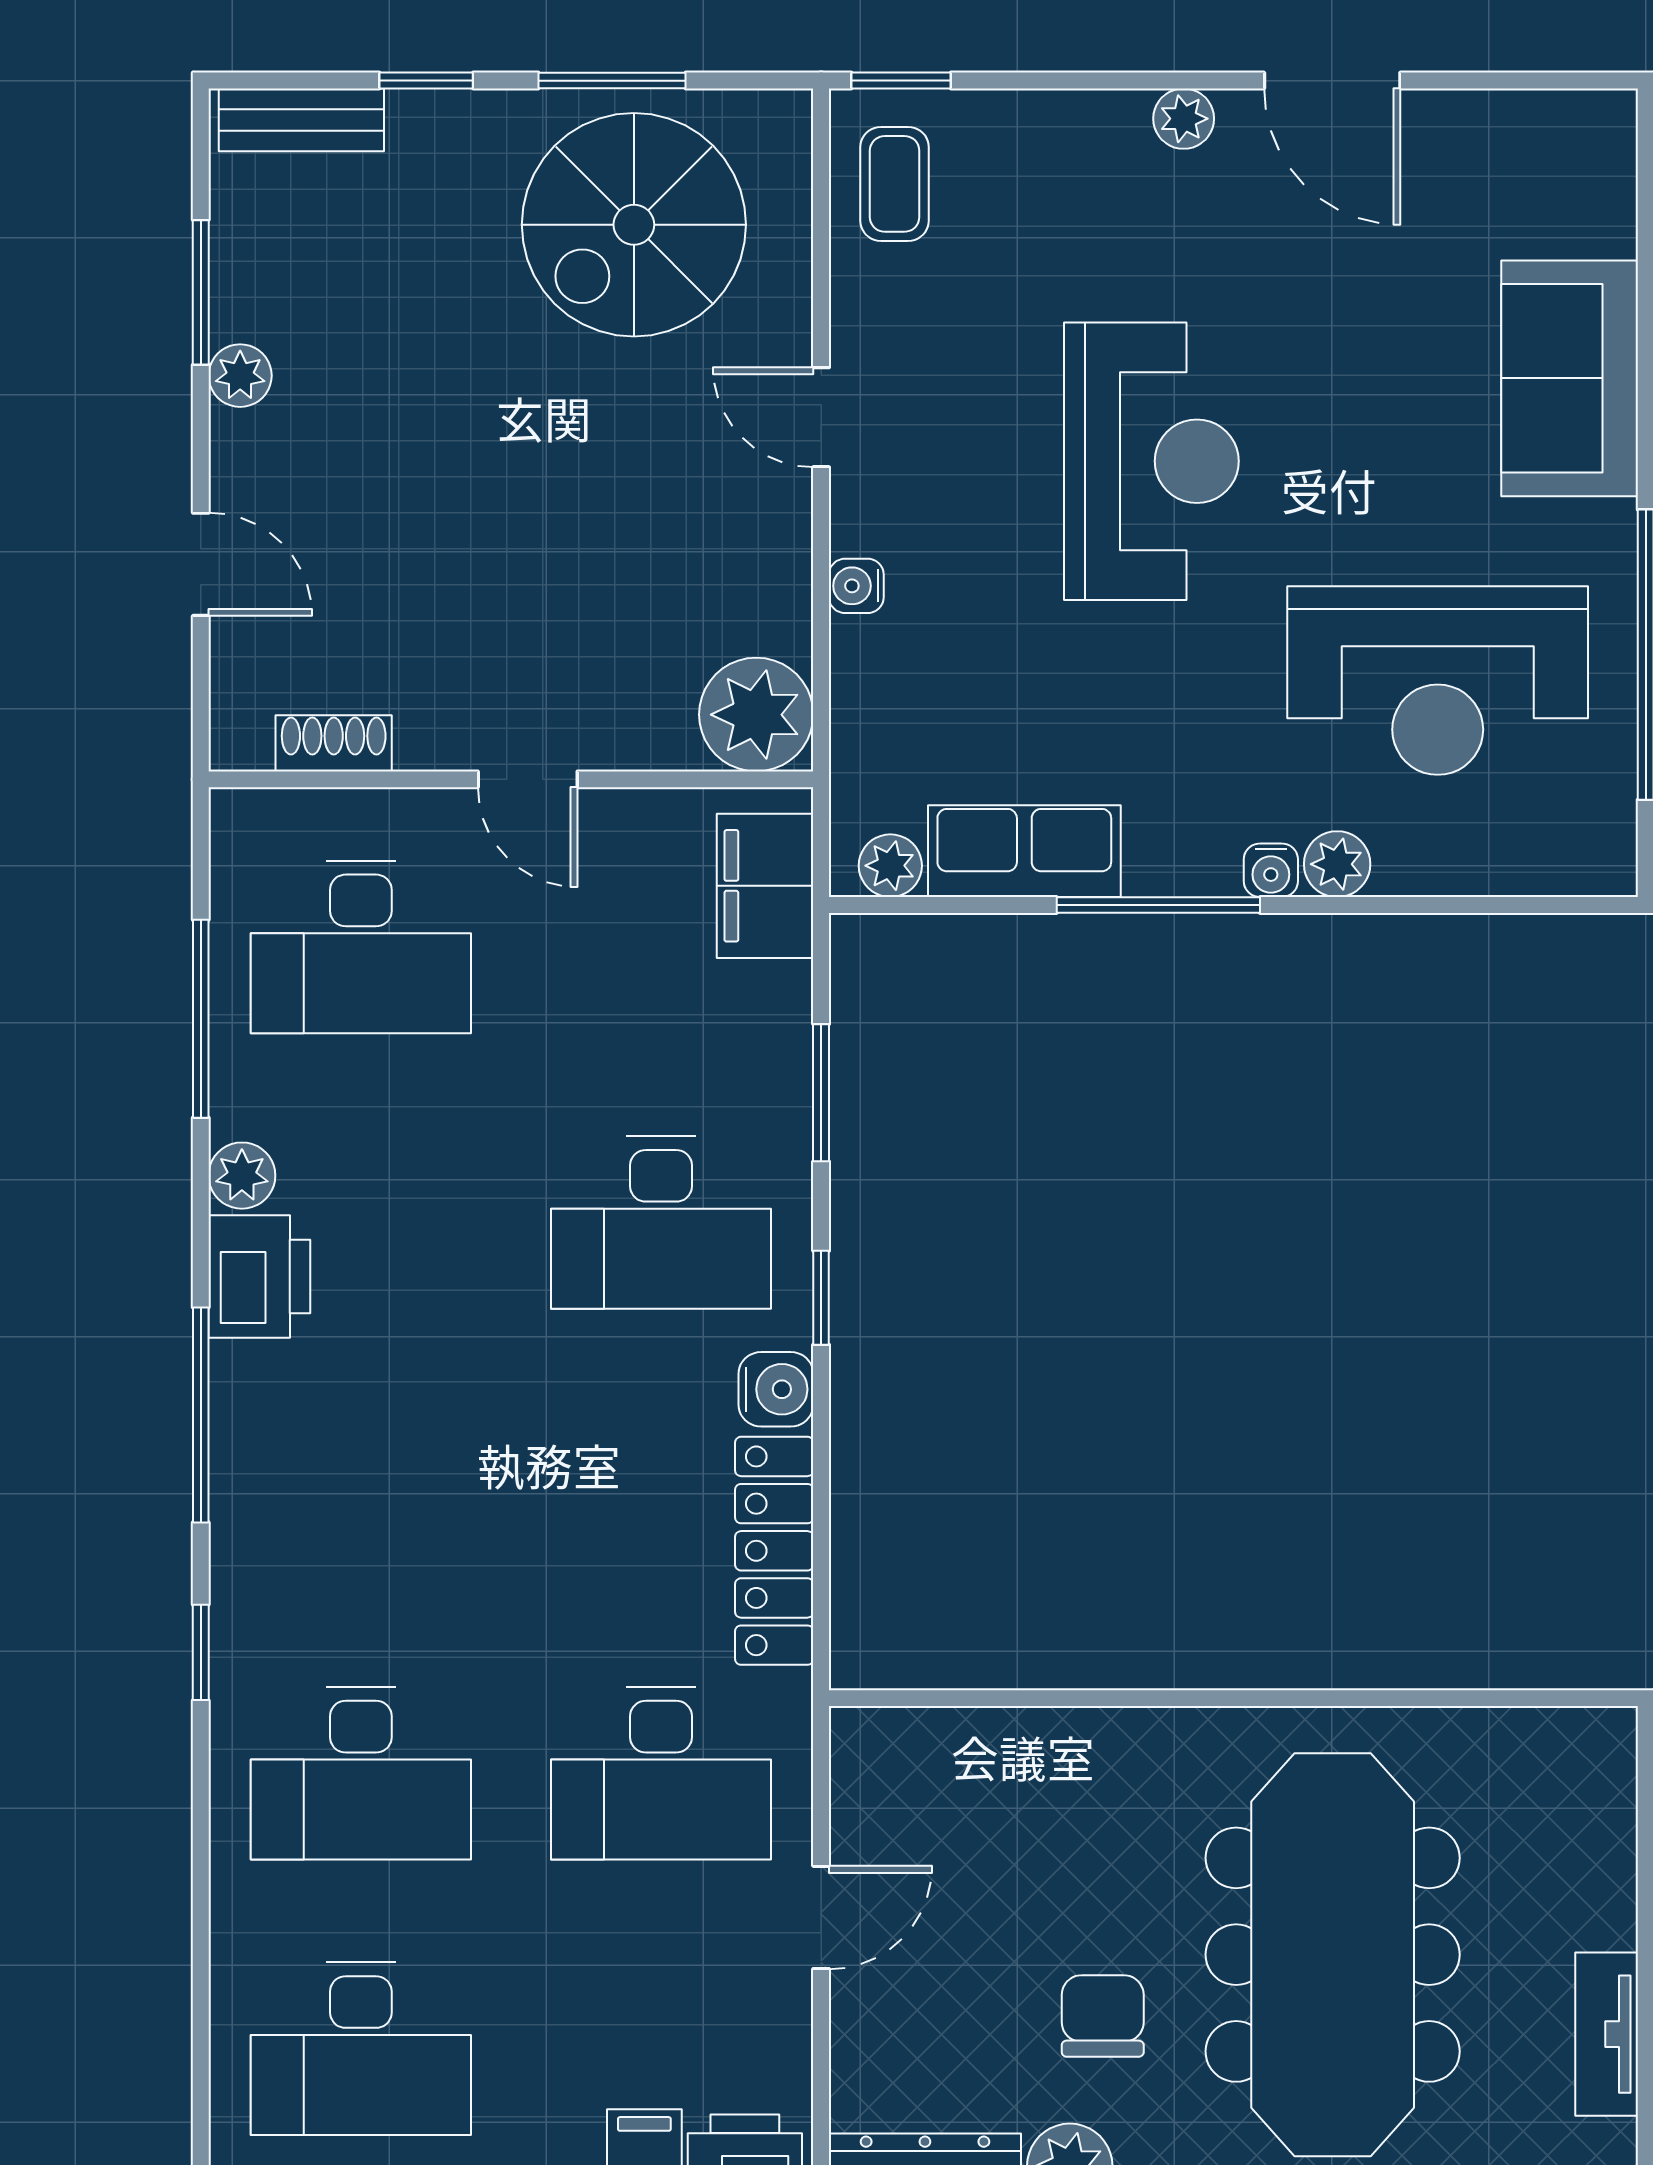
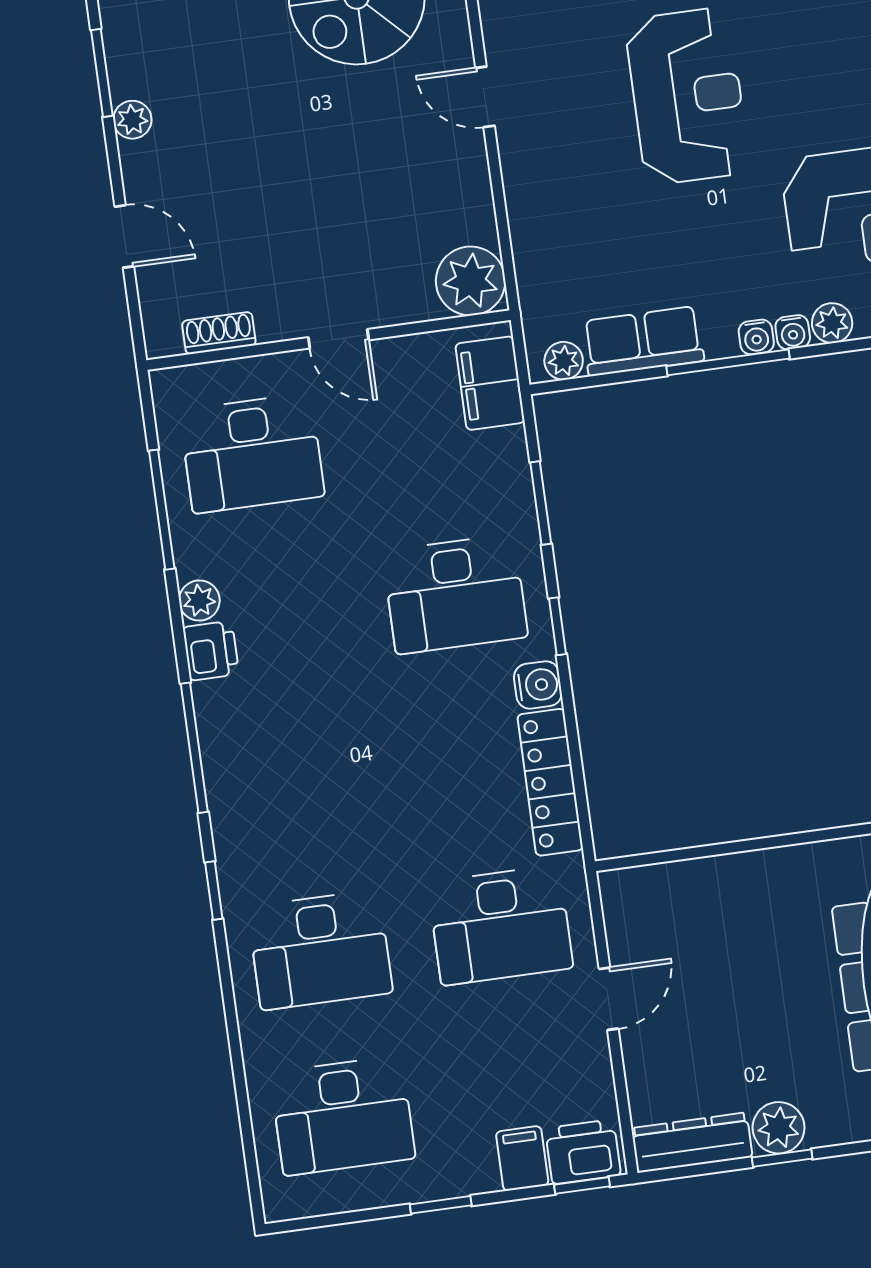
water cooler: (856, 586) -> (756, 337), moved, turned -90
printer: (259, 1277) -> (211, 651), width x0.73, depth x0.81
chair: (1103, 2016) -> (786, 1035), removed

